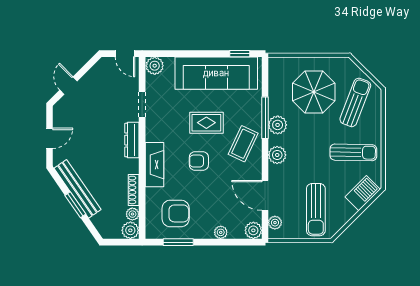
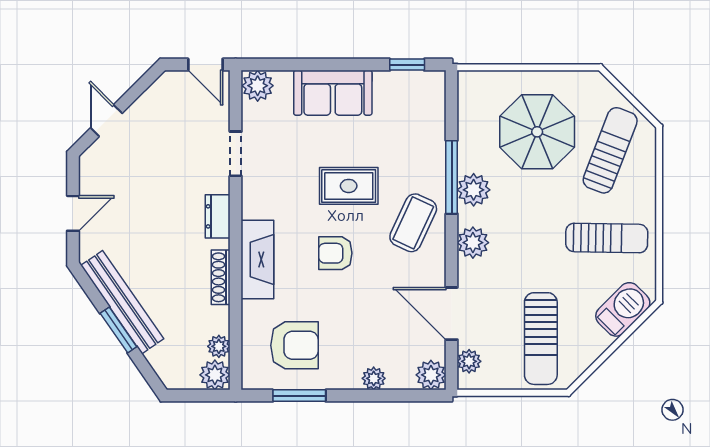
sofa: (216, 73) -> (333, 93), width x0.54, depth x0.79
dresser: (132, 140) -> (218, 216), width x0.70
shoe rack: (134, 190) -> (221, 277), moved

